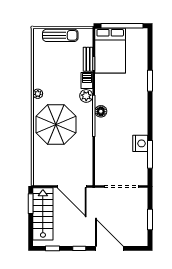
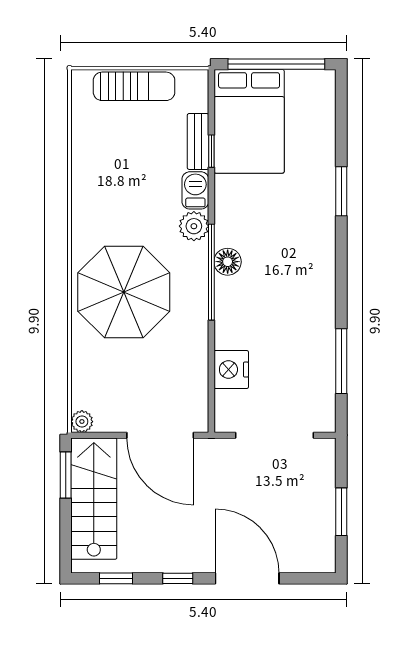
plant: (38, 94) -> (82, 422), moved
nightstand: (140, 143) -> (231, 370), moved, turned 180

